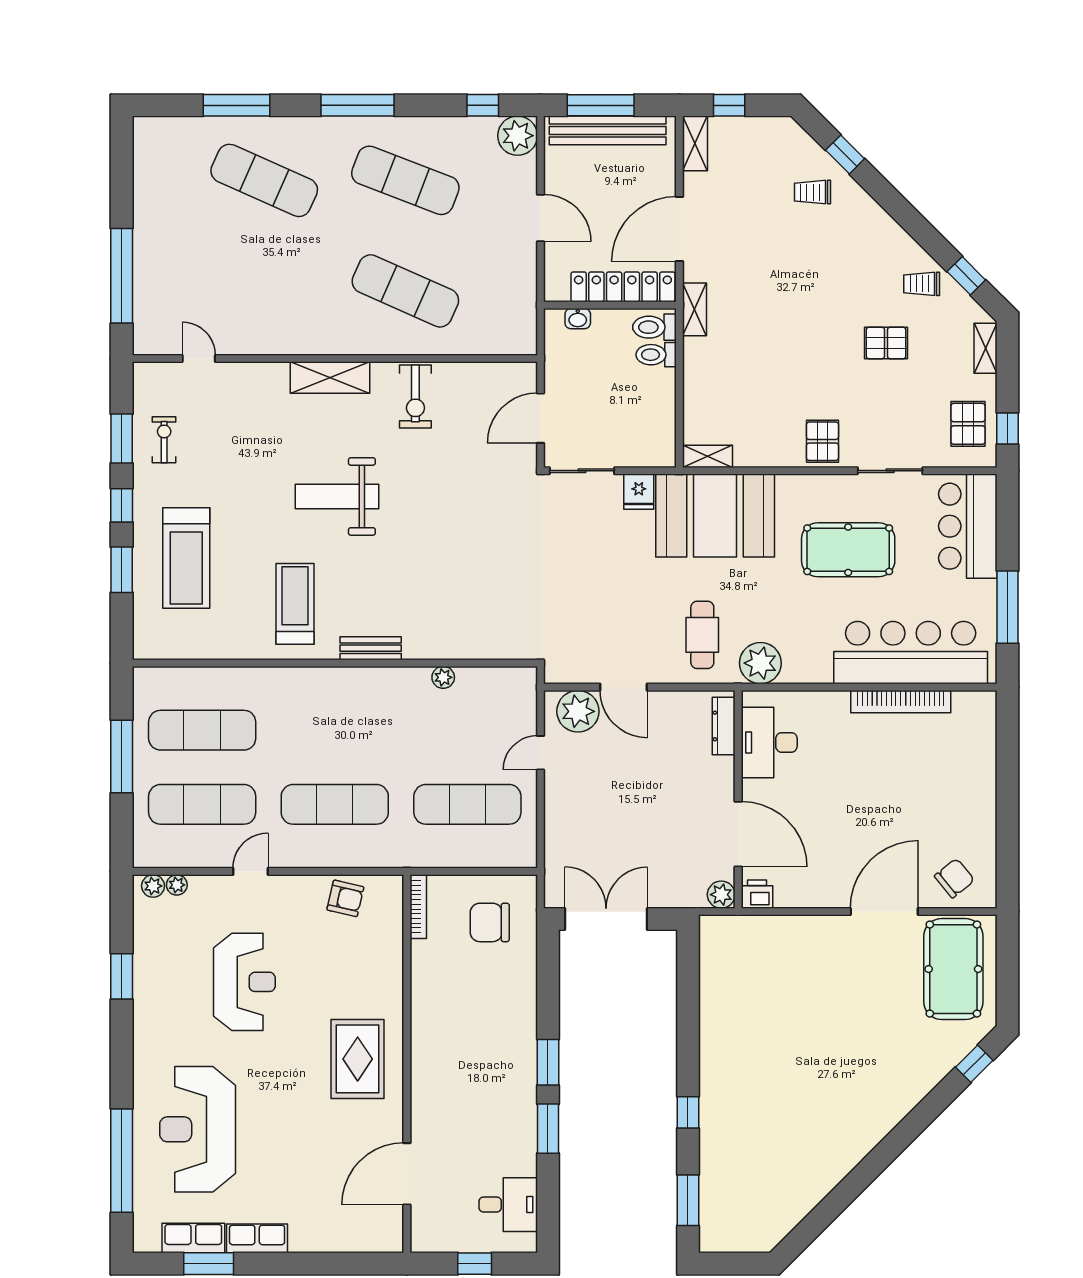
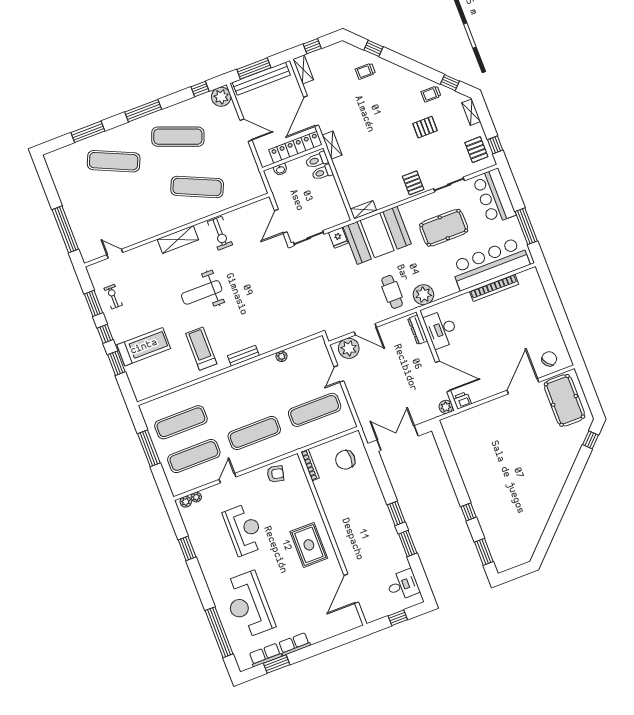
treadmill: (186, 558) -> (144, 347), turned -90

